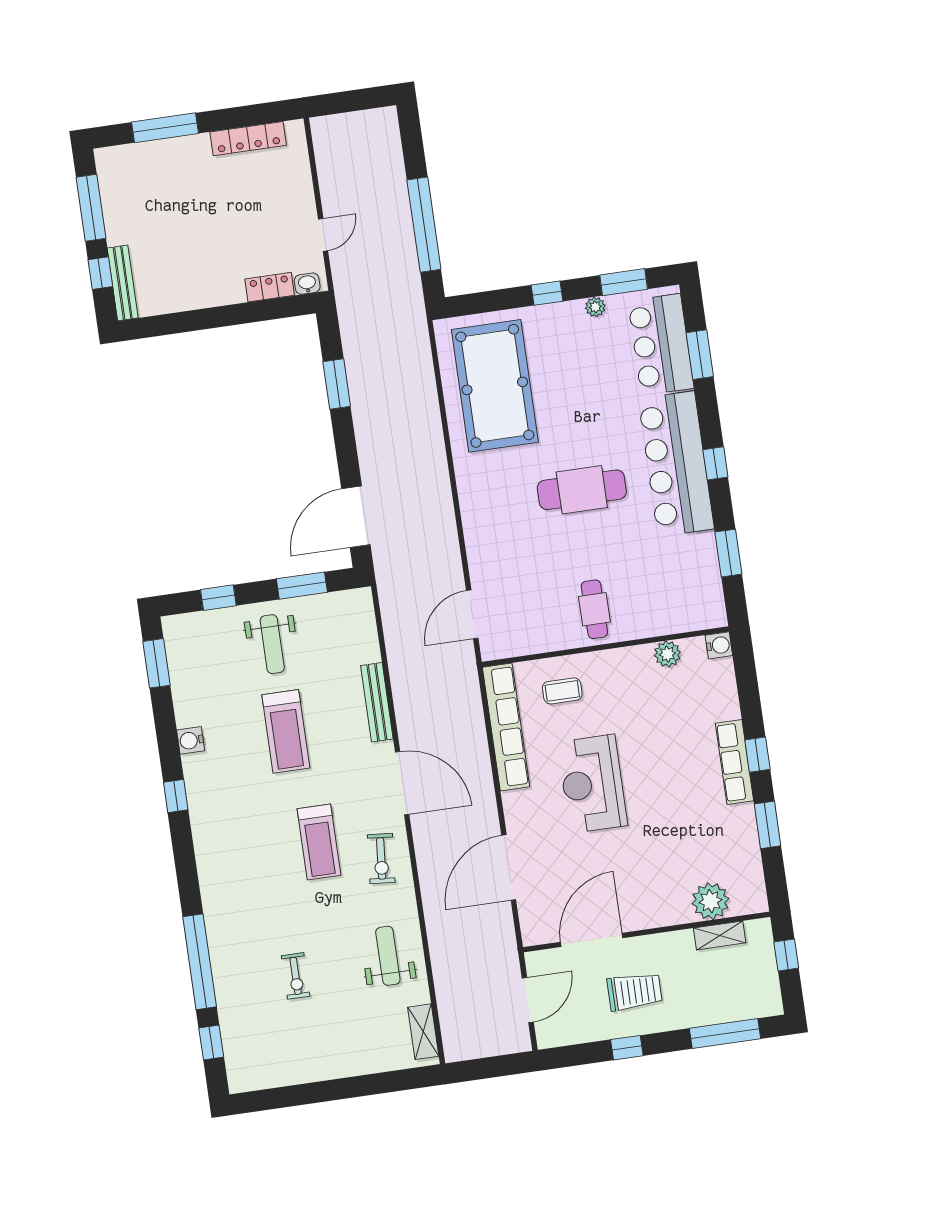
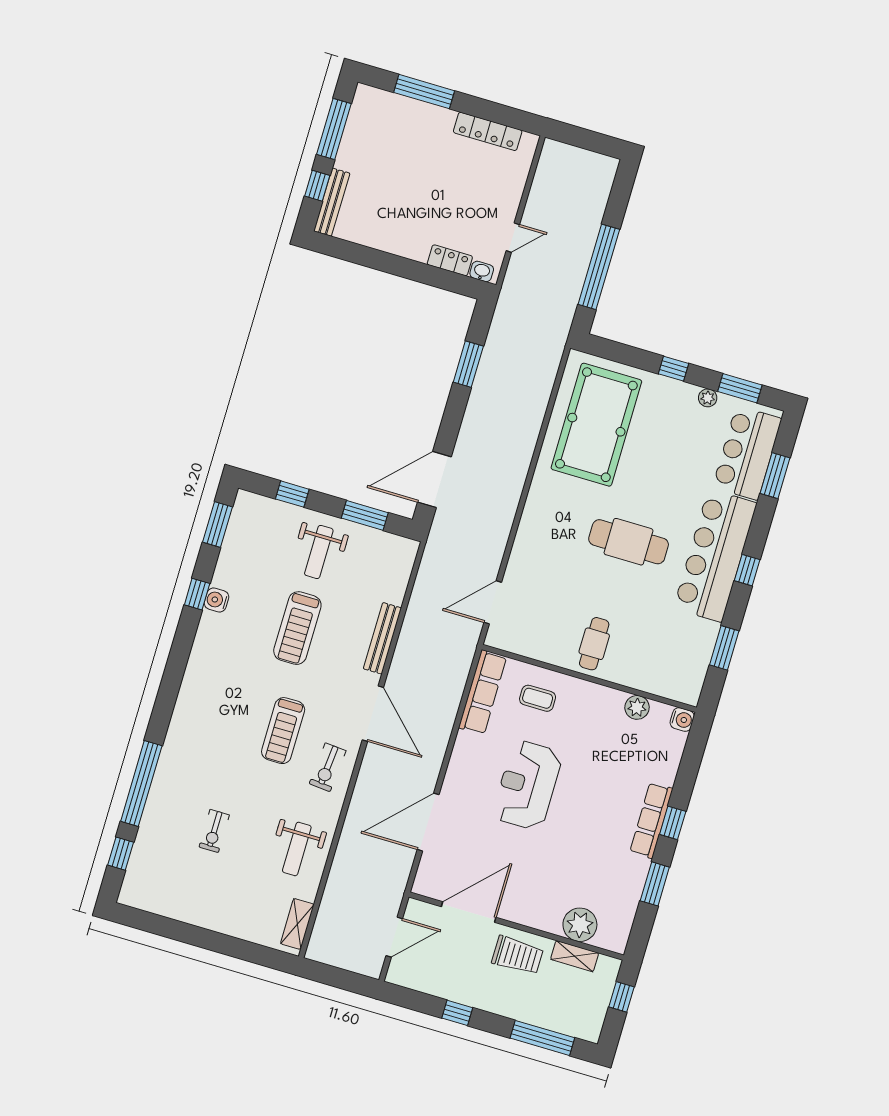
row of seats: (506, 727) -> (483, 692), width x0.73
window: (176, 796) -> (197, 594), moved
weight bench: (388, 956) -> (297, 849), turned 180
trolley: (635, 991) -> (518, 955), moved

